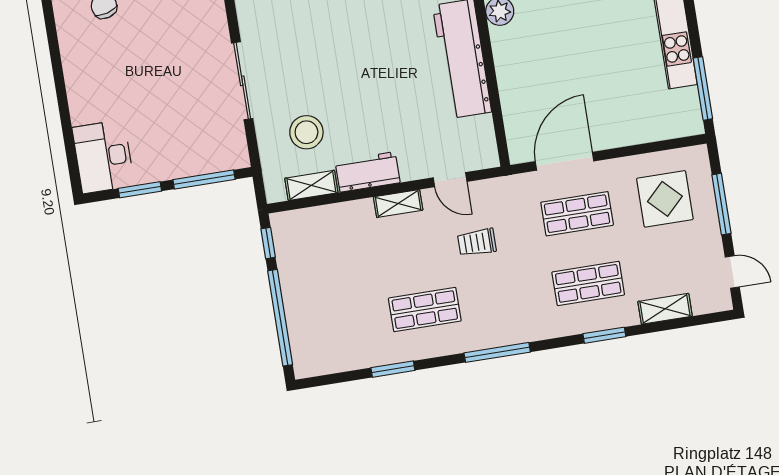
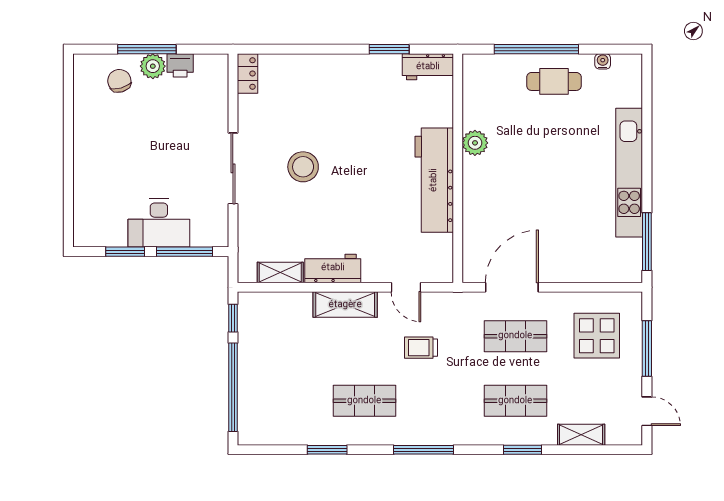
stool: (306, 132) -> (303, 167), moved
desk: (103, 157) -> (159, 223), moved, turned -90
shelving: (398, 204) -> (345, 305), width x1.50, depth x1.33

